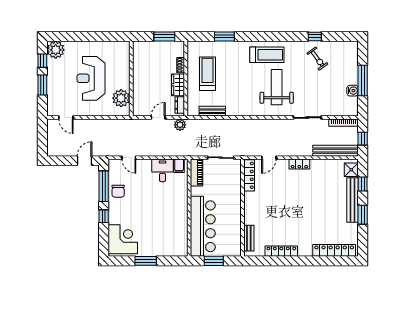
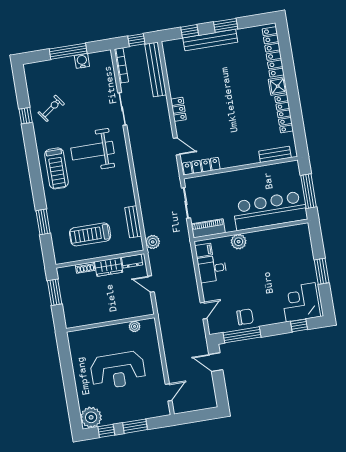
treadmill: (267, 55) -> (56, 168), turned 180
plant: (121, 98) -> (135, 326), width x0.53, depth x0.53
plant: (180, 125) -> (153, 242), moved
shower: (351, 170) -> (278, 86), moved
plant: (181, 196) -> (239, 242), added
window: (104, 216) -> (299, 325), moved
window: (214, 261) -> (309, 191), width x1.44

